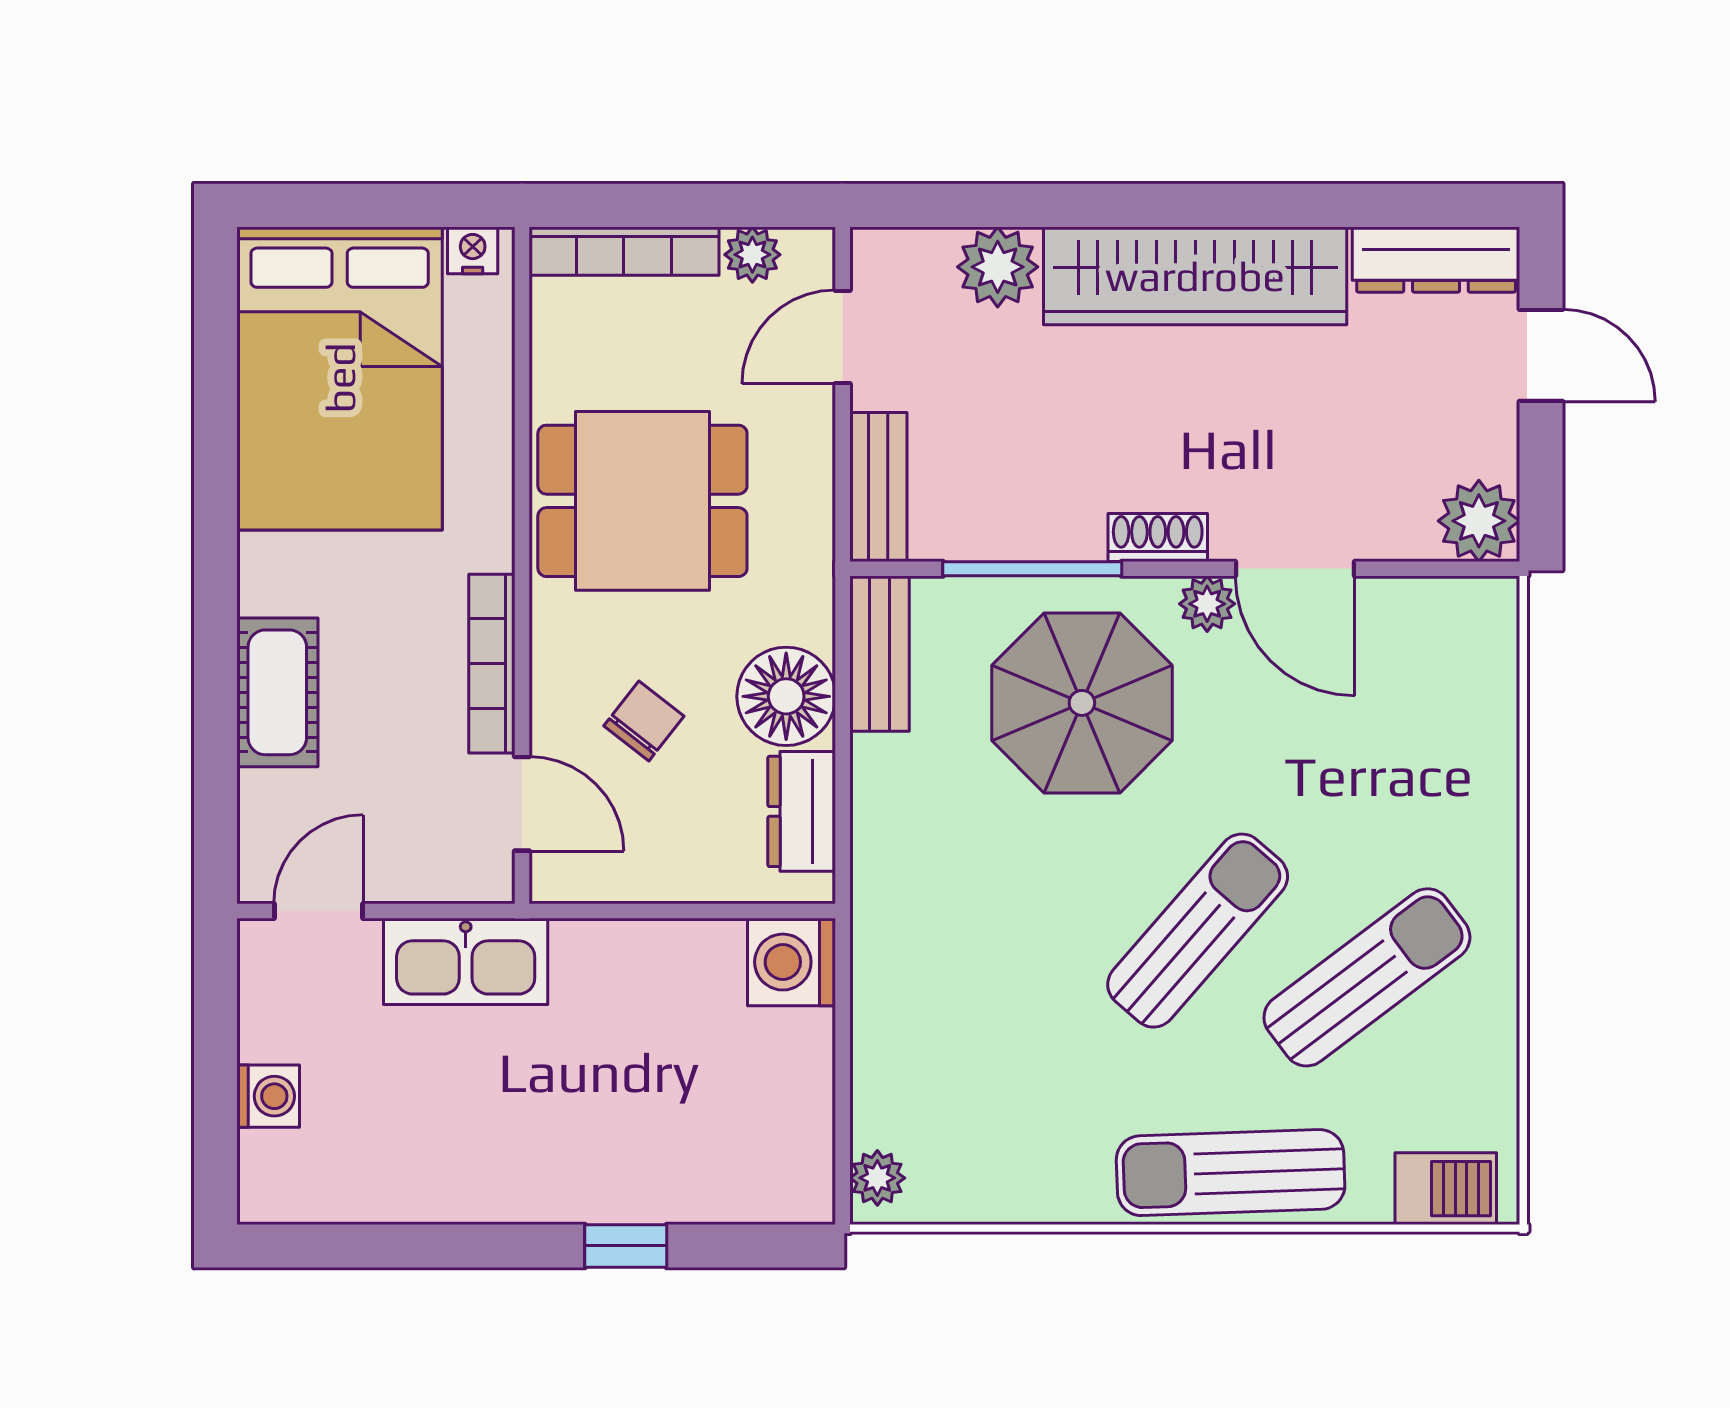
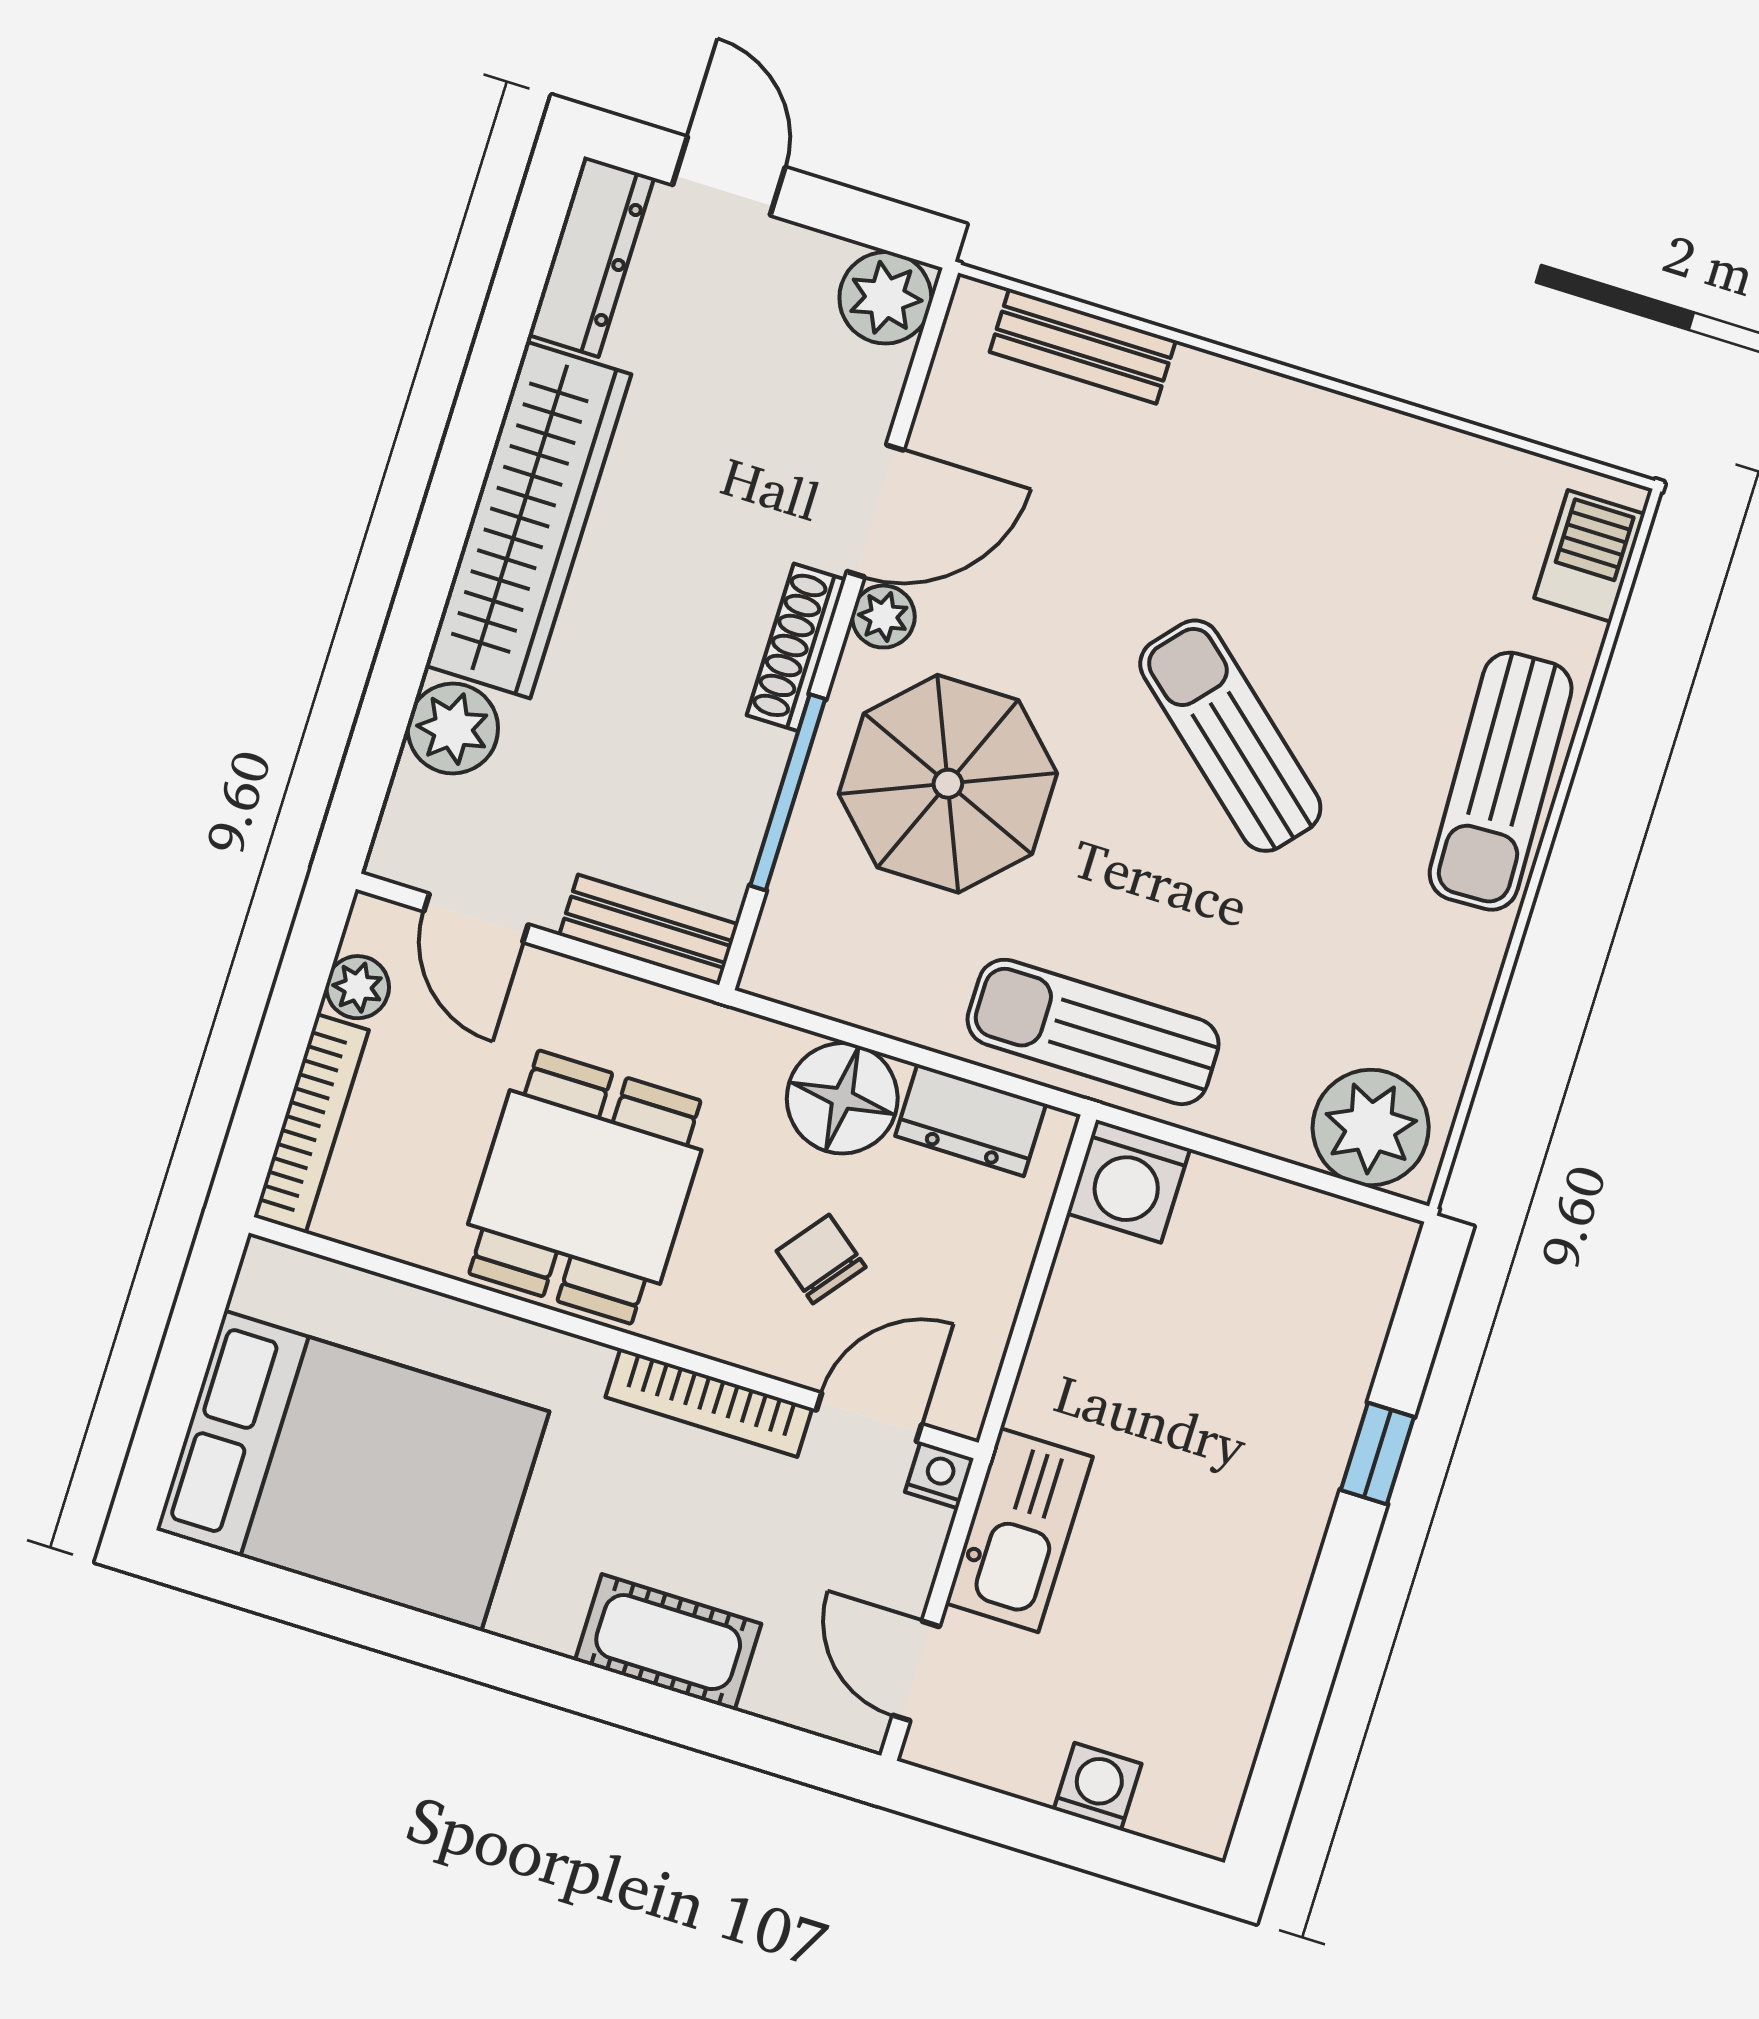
nightstand: (473, 250) -> (939, 1475), moved, turned 90
door: (1541, 355) -> (729, 176), hinge flipped
shoe rack: (1158, 538) -> (796, 647), width x1.43
bench: (879, 654) -> (1083, 346), moved
sun lounger: (1367, 977) -> (1093, 1032), moved, turned -53
plant: (877, 1178) -> (1371, 1128), width x1.87, depth x1.87

